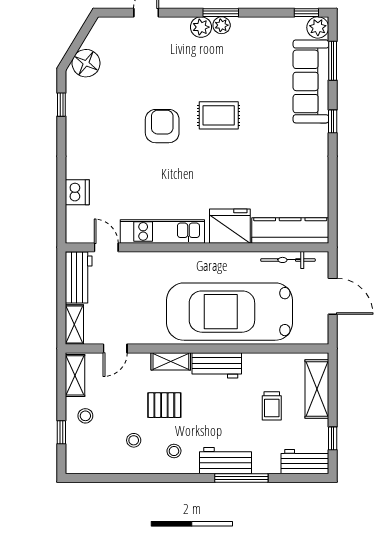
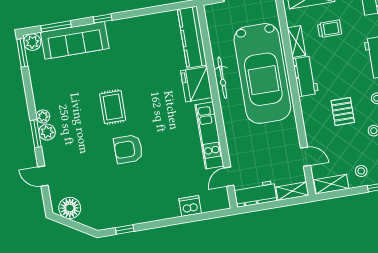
window: (221, 13) -> (36, 134), moved
window: (306, 13) -> (22, 53), width x1.50
floor lamp: (86, 63) -> (70, 208), moved
bicycle: (288, 260) -> (222, 78), moved
shelving: (171, 361) -> (296, 41), moved

